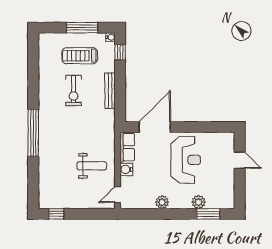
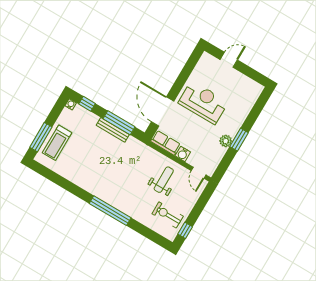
window: (82, 28) -> (41, 137), moved
treadmill: (80, 56) -> (57, 143), moved
exercise bike: (74, 90) -> (168, 215), moved, turned 180
window: (120, 93) -> (119, 123), added
plant: (199, 202) -> (243, 112), removed
window: (208, 214) -> (239, 140), moved

